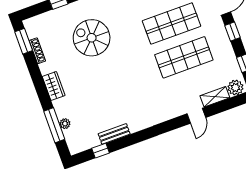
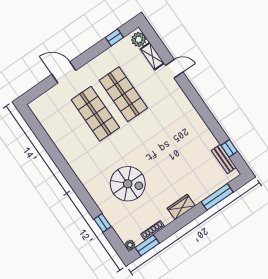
window: (233, 32) -> (88, 56), removed
spiral stairs: (92, 38) -> (128, 184), turned -90
plant: (65, 124) -> (130, 245), moved
bench: (114, 134) -> (224, 159), moved

